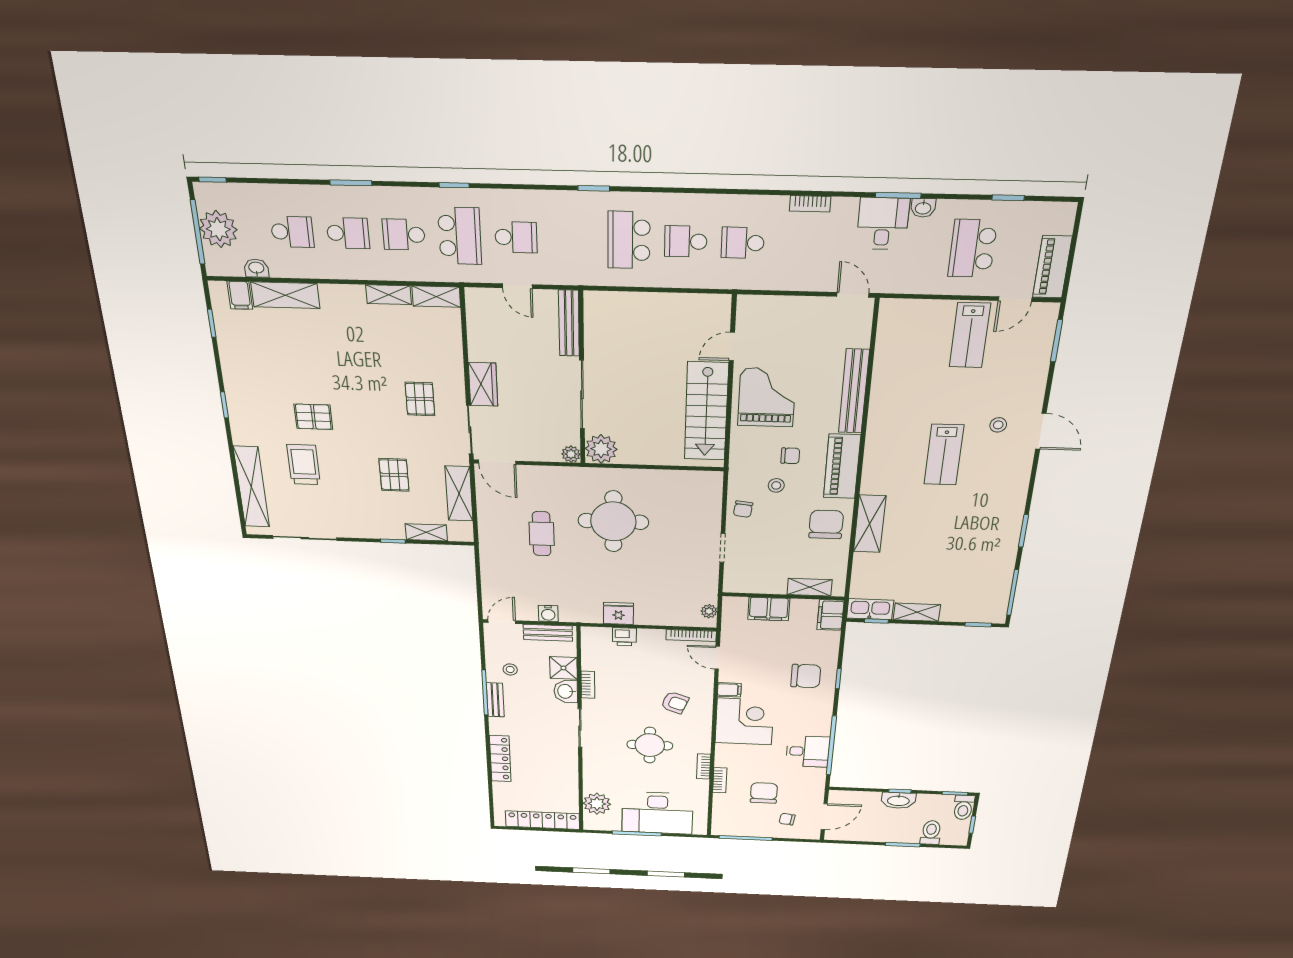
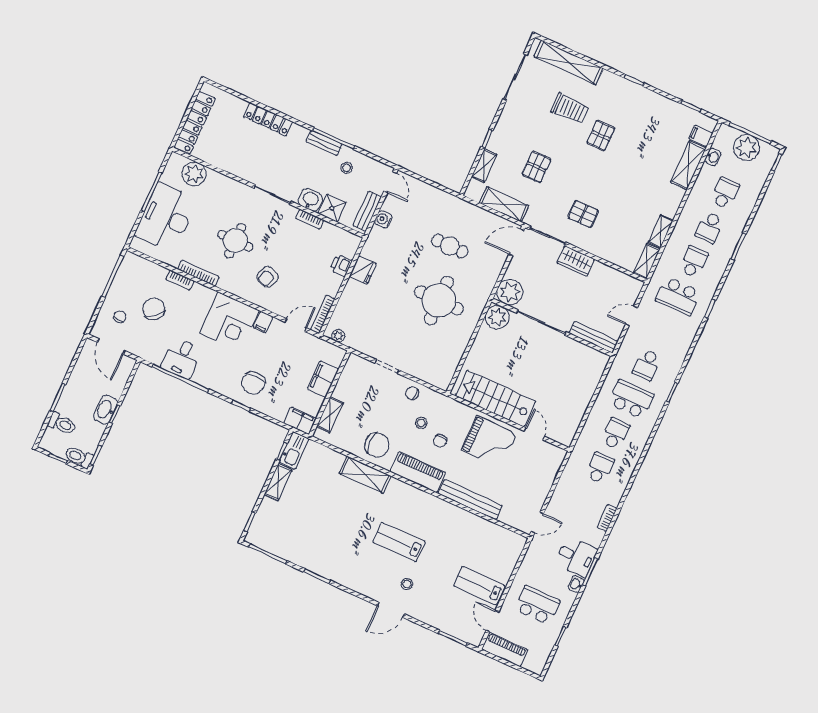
school desk: (292, 232) -> (725, 193), turned 180
school desk: (516, 237) -> (647, 365), moved
plant: (571, 454) -> (510, 292), width x1.87, depth x1.87
pallet: (394, 475) -> (536, 167), turned 90
bookcase: (704, 766) -> (198, 273), width x1.56
chair: (764, 793) -> (154, 309), turned -130

